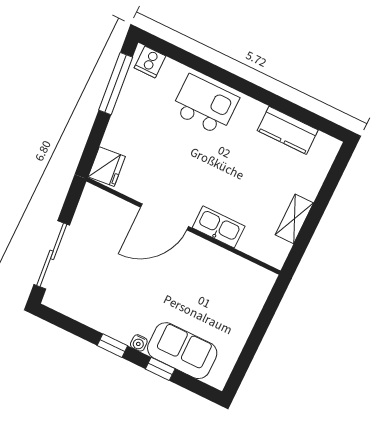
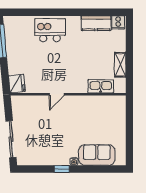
cooker: (150, 62) -> (118, 22), moved
door: (165, 217) -> (57, 94), width x0.53
kitchen sink: (219, 227) -> (101, 86), moved
window: (160, 369) -> (90, 169), removed

